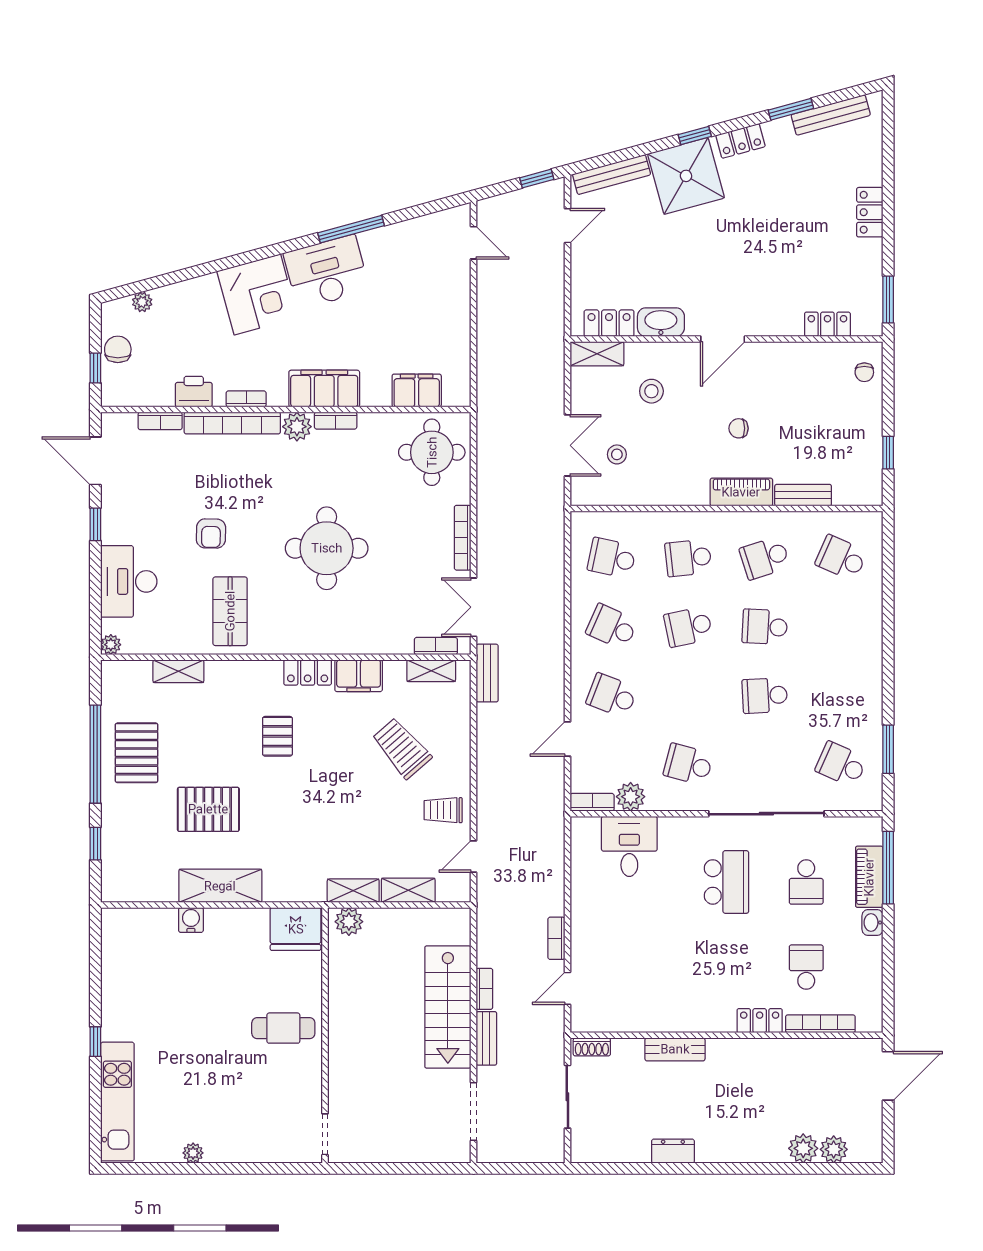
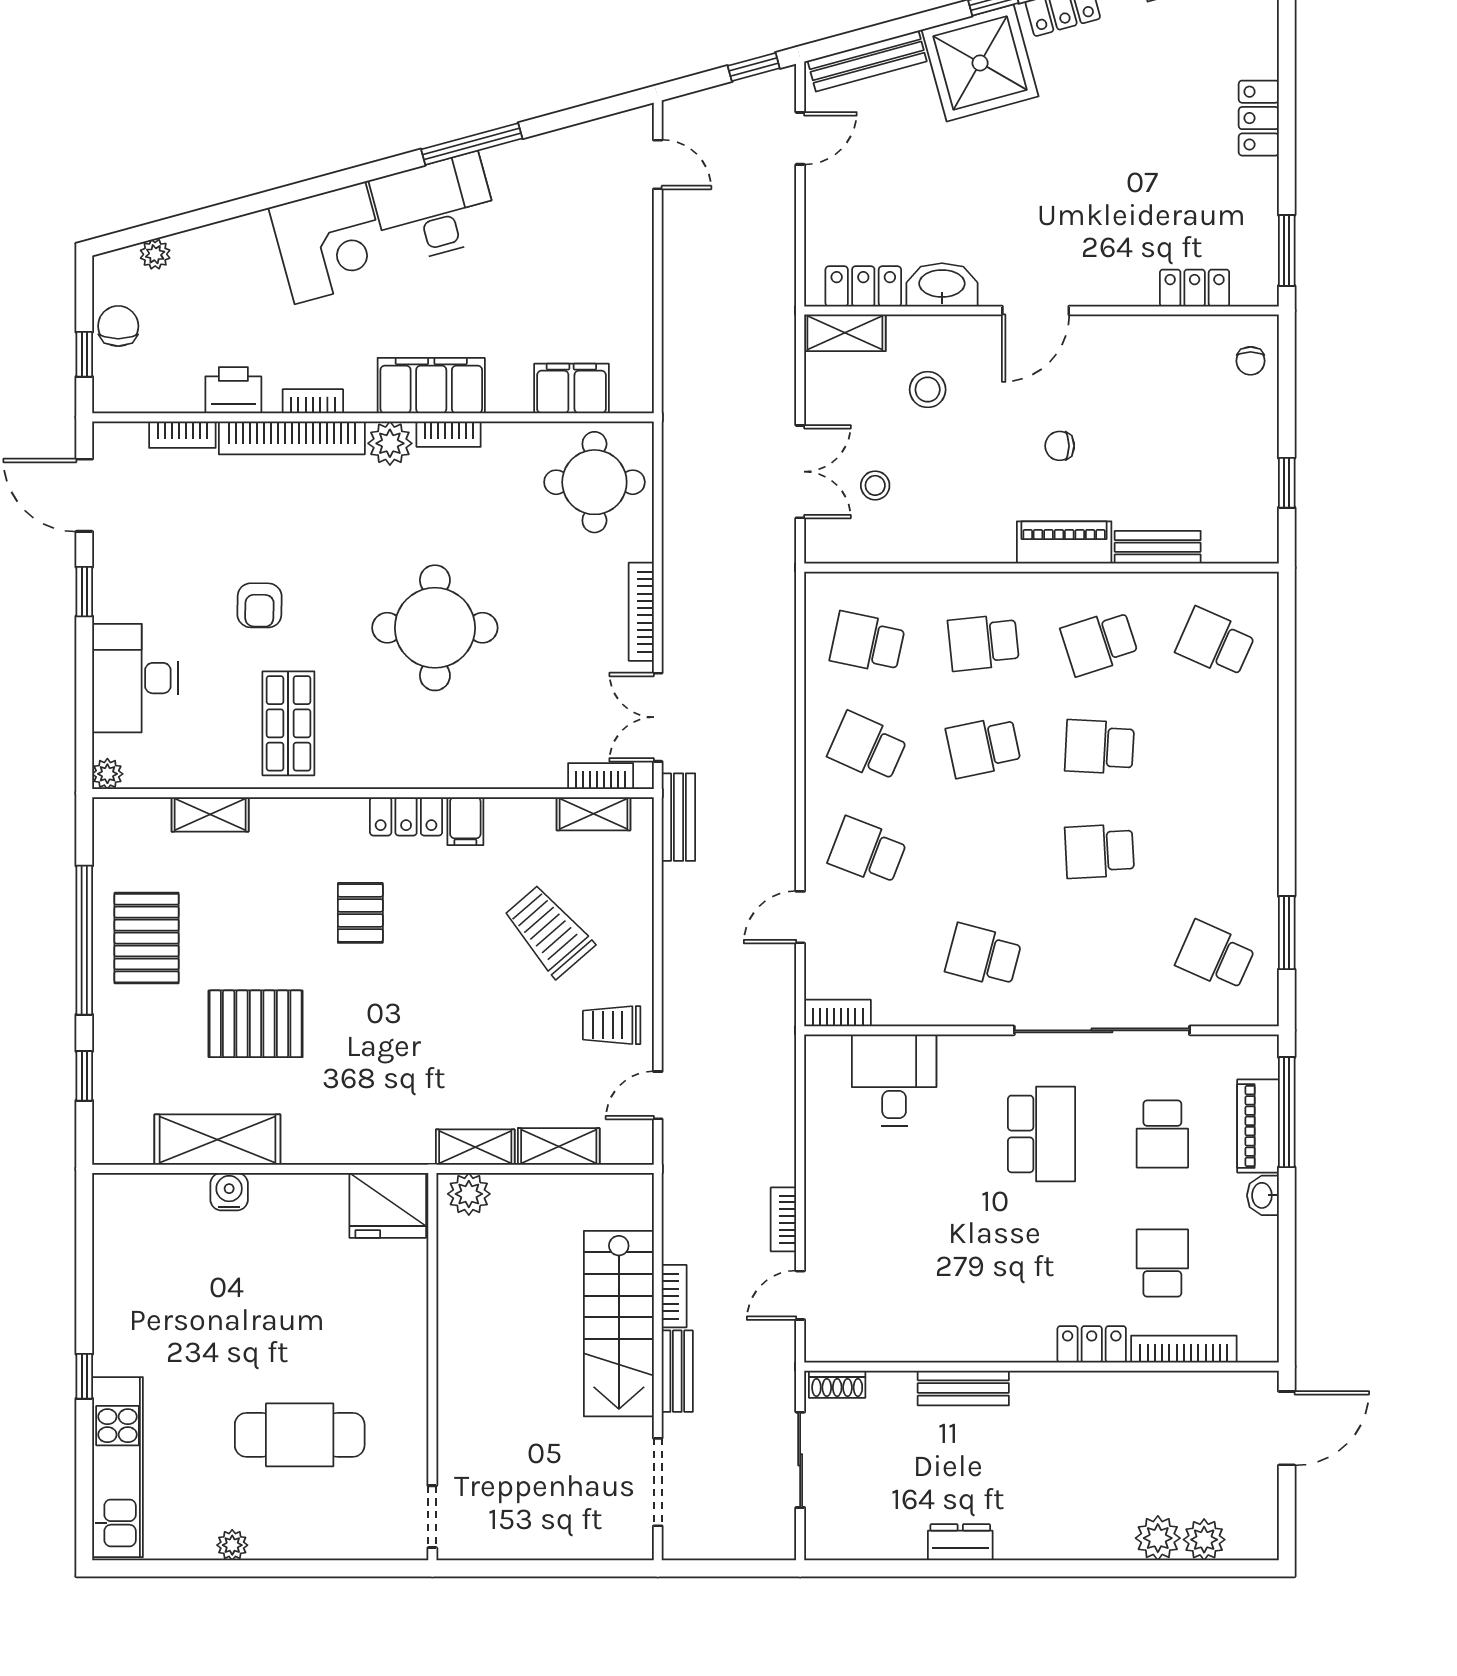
filing cabinet: (359, 676) -> (465, 821), width x0.50
plant: (631, 797) -> (896, 1005), removed
shelving: (220, 886) -> (217, 1140), moved
cafe table: (283, 1028) -> (300, 1435), moved, width x1.37, depth x1.35

